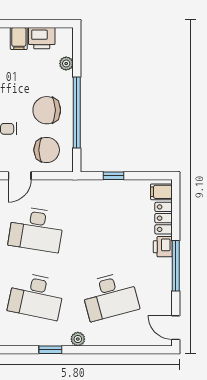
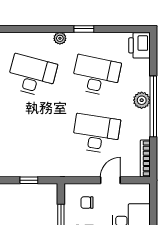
chair: (47, 150) -> (87, 203), width x0.54, depth x0.54
desk: (110, 296) -> (32, 76), turned 30

